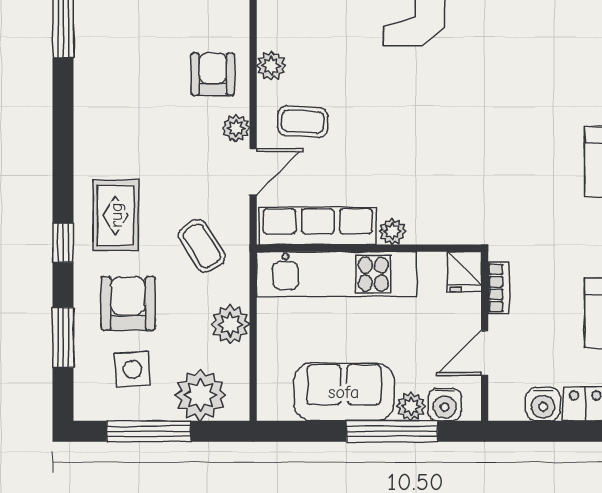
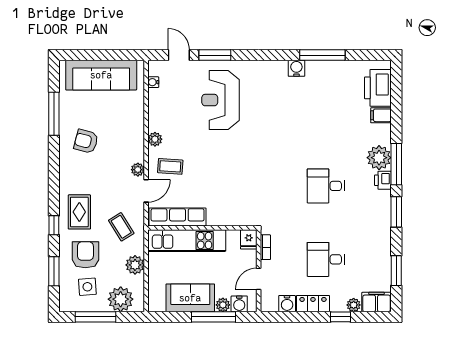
armchair: (213, 74) -> (86, 141), moved, turned -75
plant: (392, 231) -> (214, 220), removed

